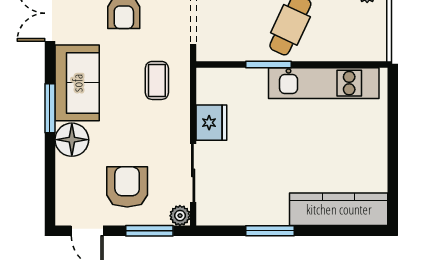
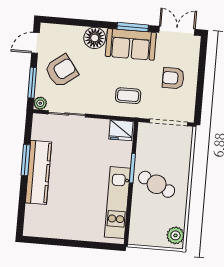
window: (50, 108) -> (133, 27), moved
fridge: (211, 123) -> (121, 130), moved
armchair: (127, 187) -> (61, 71), turned -37
kitchen counter: (339, 209) -> (38, 172), moved

